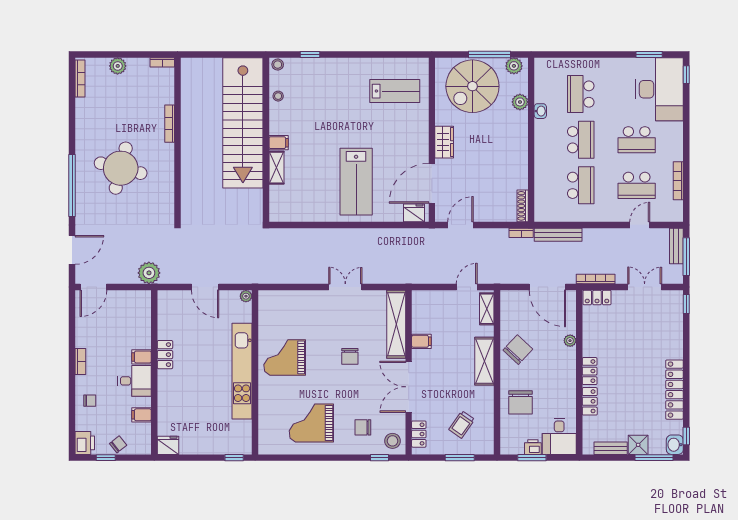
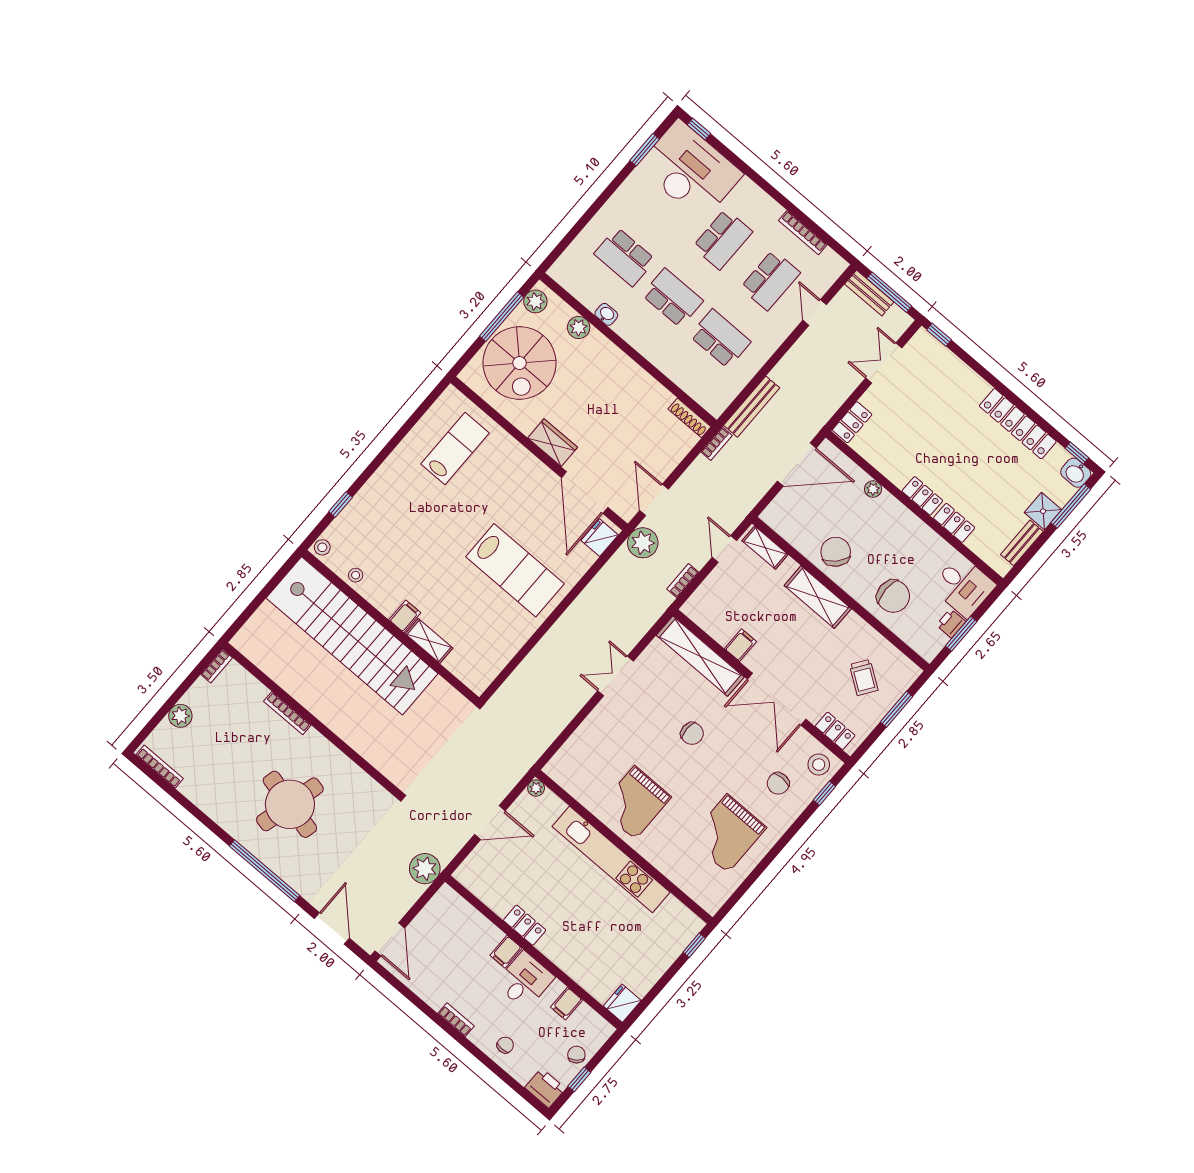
plant: (432, 239) -> (643, 543), added
bookcase: (596, 279) -> (683, 581), moved, width x0.64

